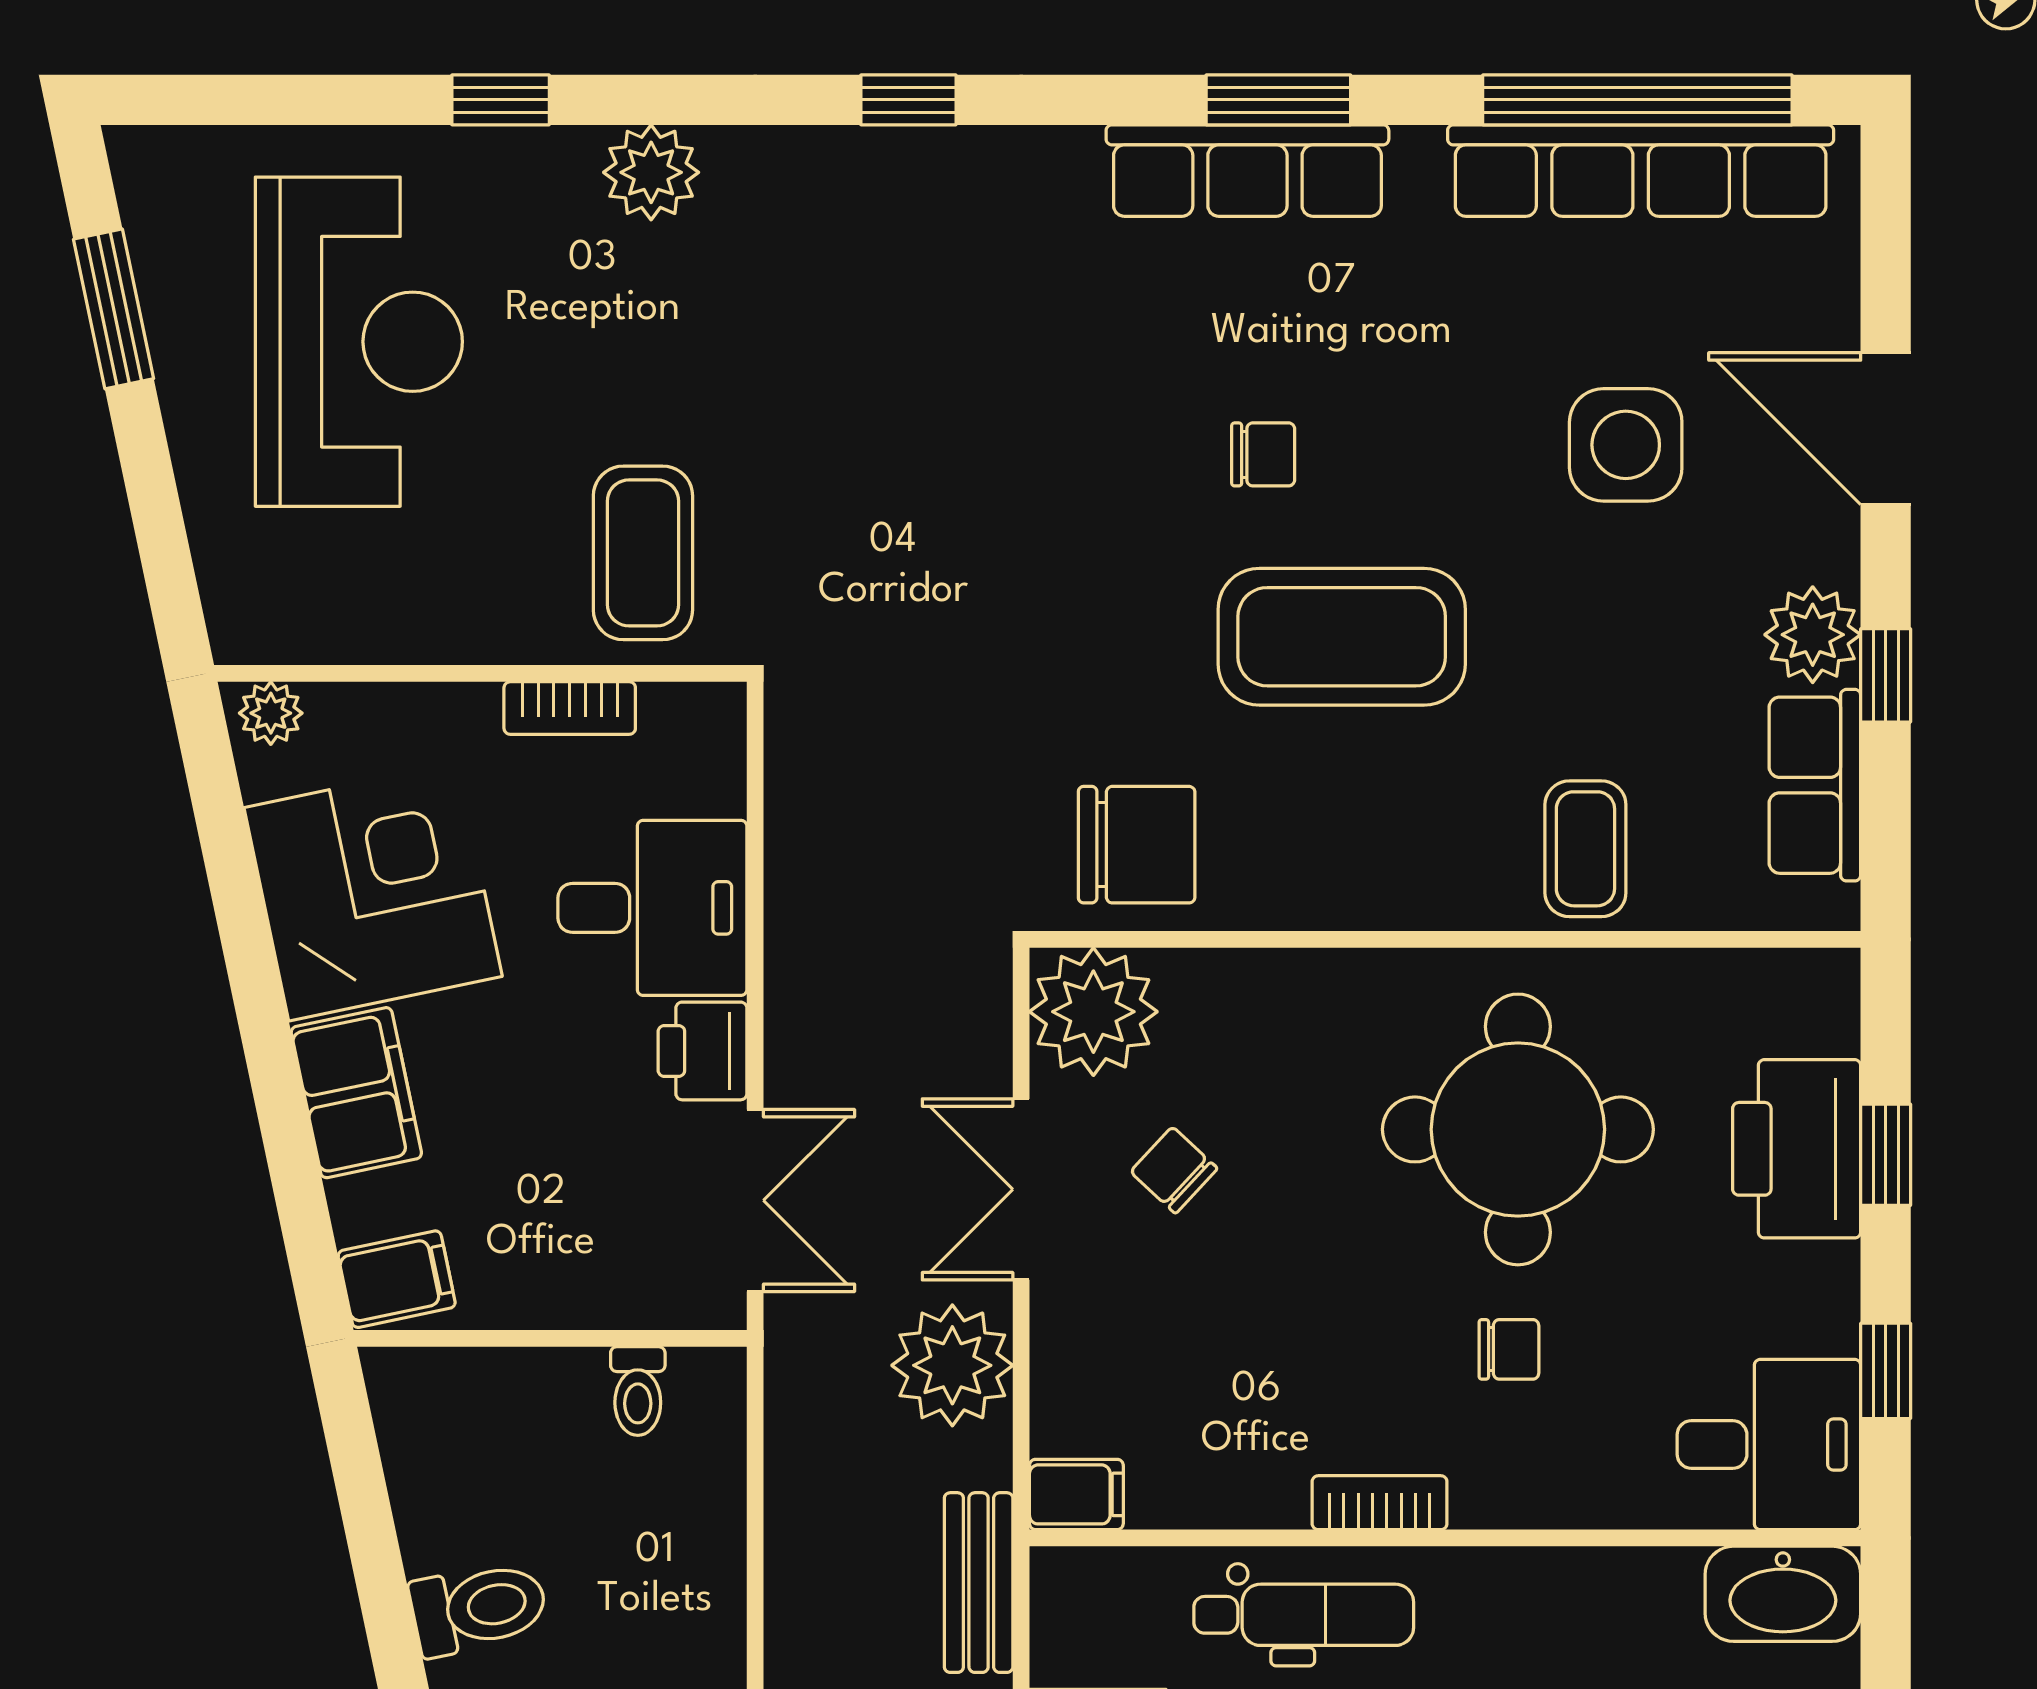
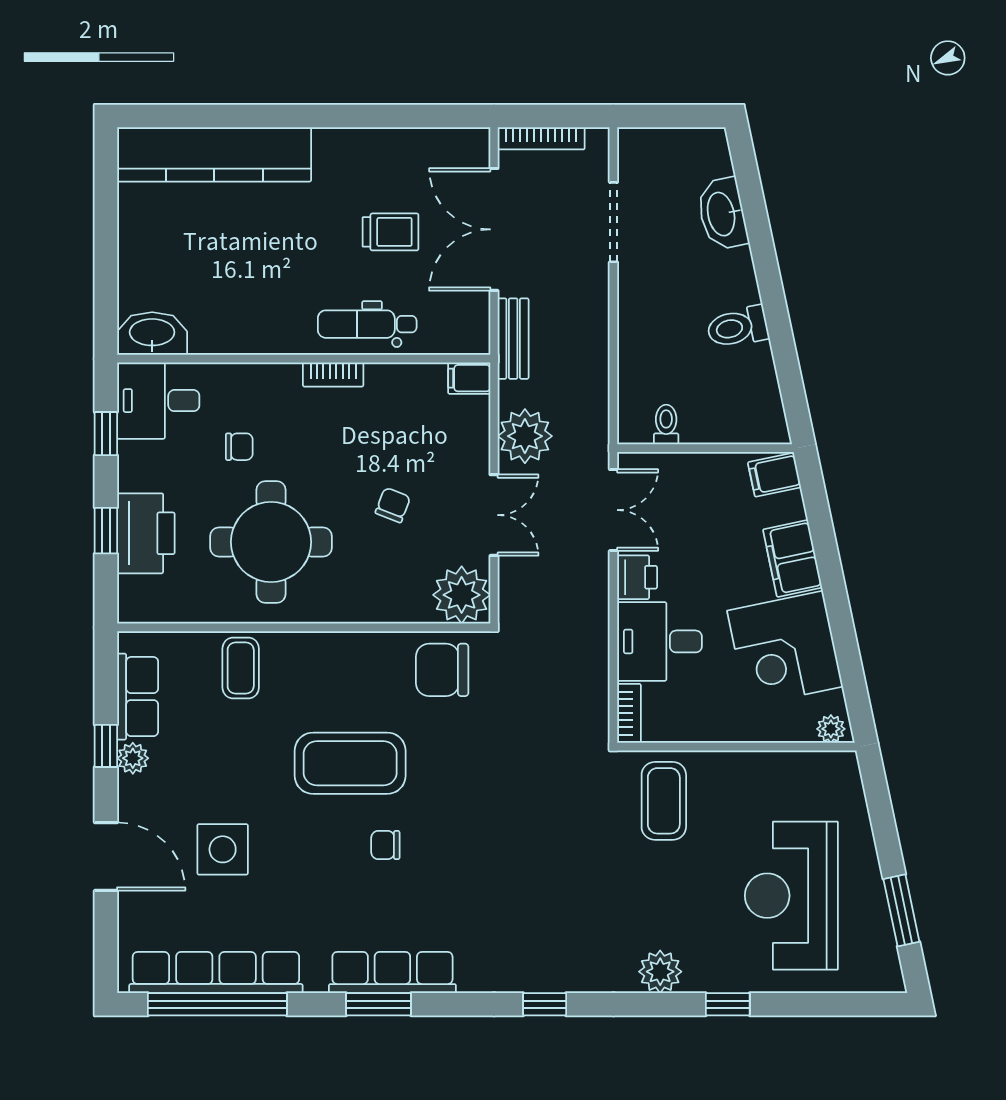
plant: (1813, 635) -> (133, 758), width x0.73, depth x0.73
bookcase: (570, 708) -> (629, 713), moved, turned 90
chair: (1174, 1170) -> (393, 505), moved, turned -112
double door: (755, 1200) -> (613, 510), swing flipped
chair: (1509, 1349) -> (239, 447), moved, turned 180

